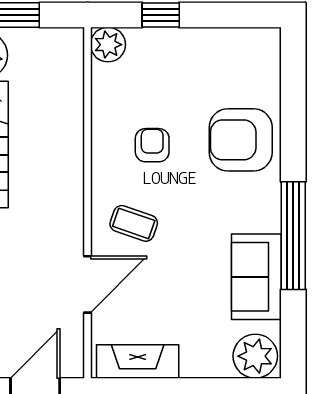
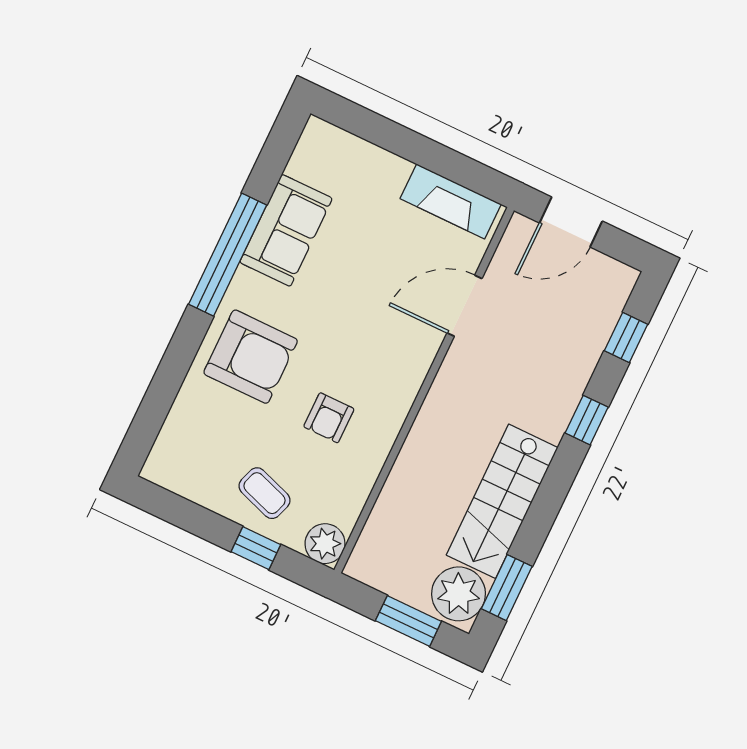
armchair: (241, 140) -> (251, 357), moved
coffee table: (134, 223) -> (264, 493), moved
plant: (255, 356) -> (326, 149), removed

